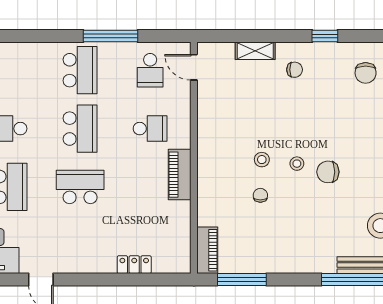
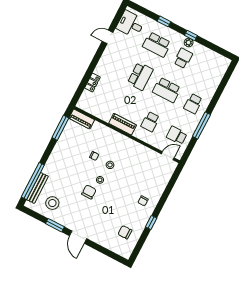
shelving: (255, 51) -> (161, 187), removed
school desk: (80, 70) -> (193, 104), width x0.54

